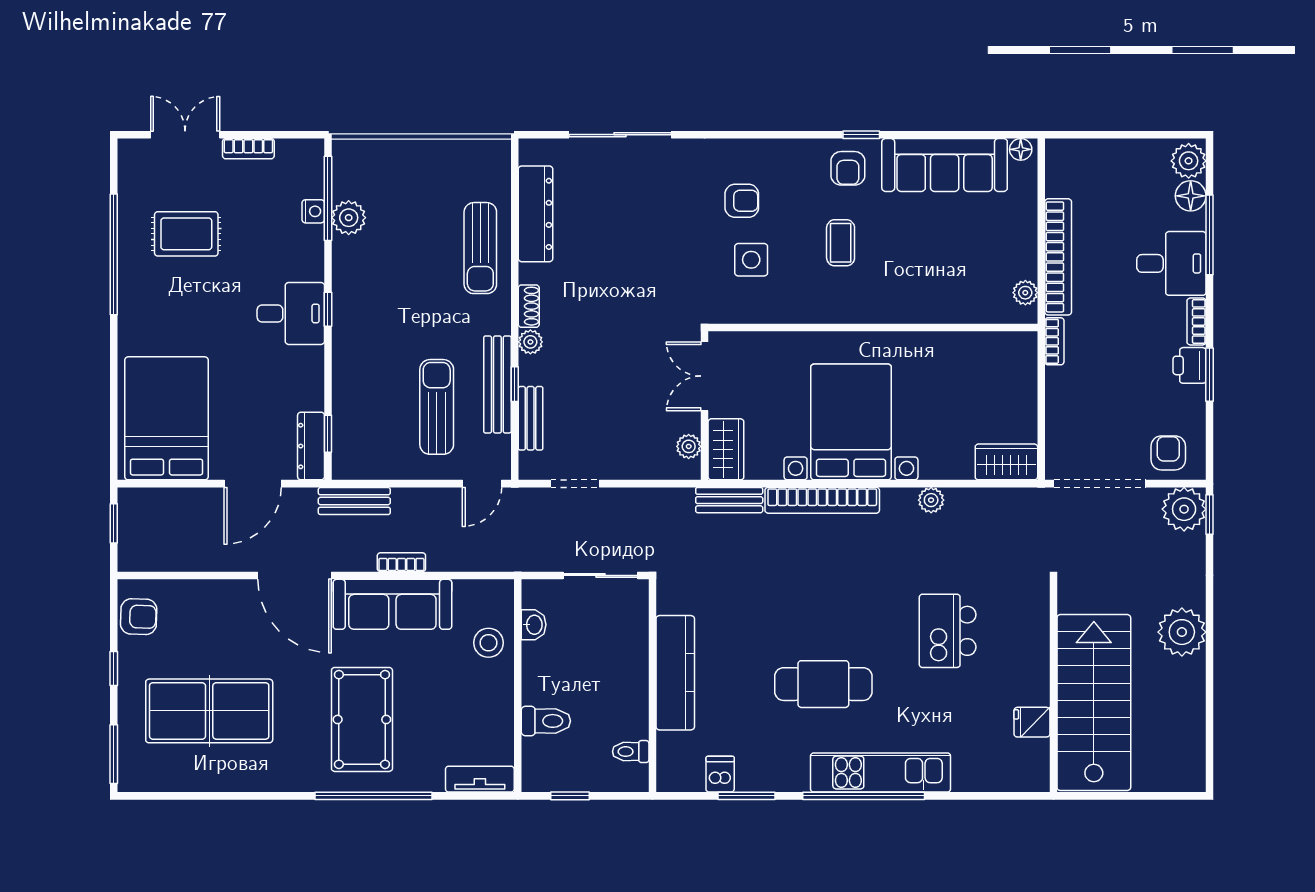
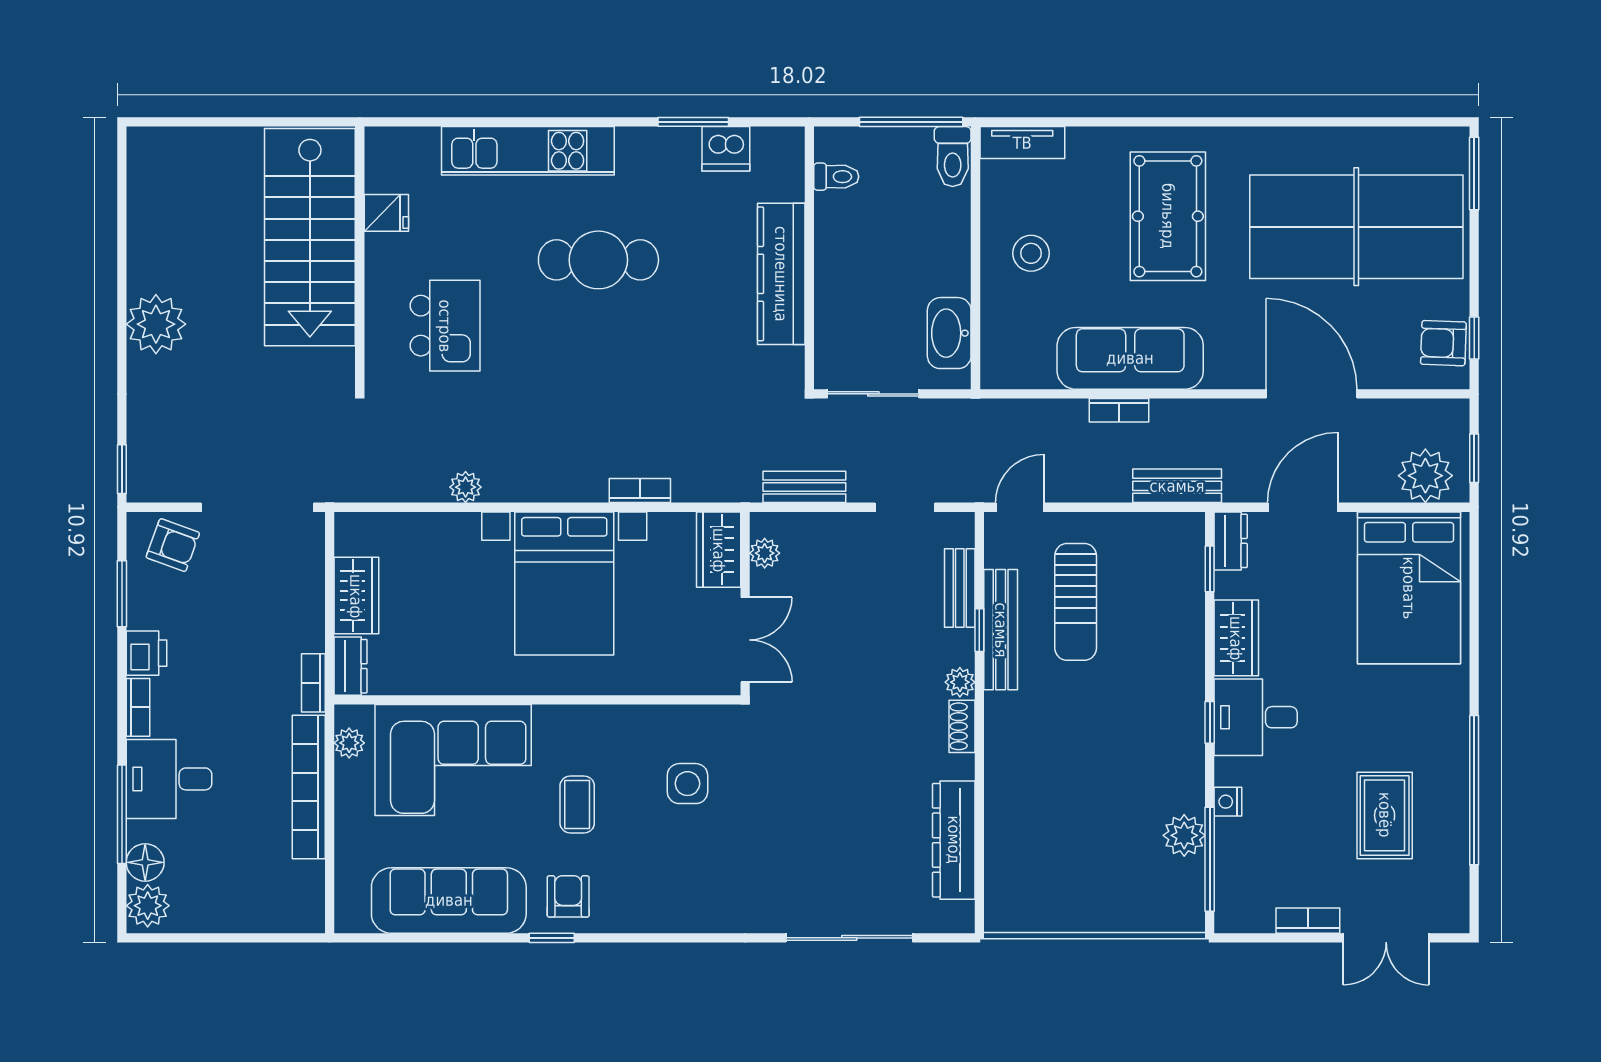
floor lamp: (1021, 149) -> (355, 920), removed
armchair: (742, 201) -> (699, 856), removed
nightstand: (313, 211) -> (1228, 802), moved
rug: (186, 234) -> (1385, 815), turned 90
sun lounger: (480, 248) -> (1022, 798), removed
corner sofa: (941, 279) -> (453, 760), added
dresser: (1024, 355) -> (351, 666), added
window: (1210, 375) -> (122, 594), moved
wardrobe: (306, 378) -> (1236, 638), added
dresser: (311, 446) -> (1231, 541), width x0.70
armchair: (1168, 453) -> (173, 545), turned -70
wardrobe: (1006, 462) -> (356, 596), moved, turned -90
bench: (729, 500) -> (804, 487), moved
bookcase: (822, 500) -> (640, 490), width x0.43, depth x0.76
plant: (1184, 509) -> (1425, 476), moved
door: (295, 575) -> (1312, 394), moved
washbasin: (534, 625) -> (949, 333), width x1.91, depth x1.45
stool: (488, 643) -> (1031, 253), moved
window: (114, 669) -> (1474, 338), moved
wall: (1053, 686) -> (360, 258), moved
stairs: (1094, 703) -> (310, 237), moved
table tennis table: (209, 711) -> (1356, 227), width x1.36, depth x1.32
toilet: (546, 721) -> (953, 157), moved, turned -90
fridge: (1032, 722) -> (386, 213), moved
dishwasher: (720, 774) -> (726, 149), width x1.38
window: (374, 796) -> (1153, 122), removed
window: (570, 796) -> (911, 122), width x2.17
window: (864, 796) -> (549, 122), removed

